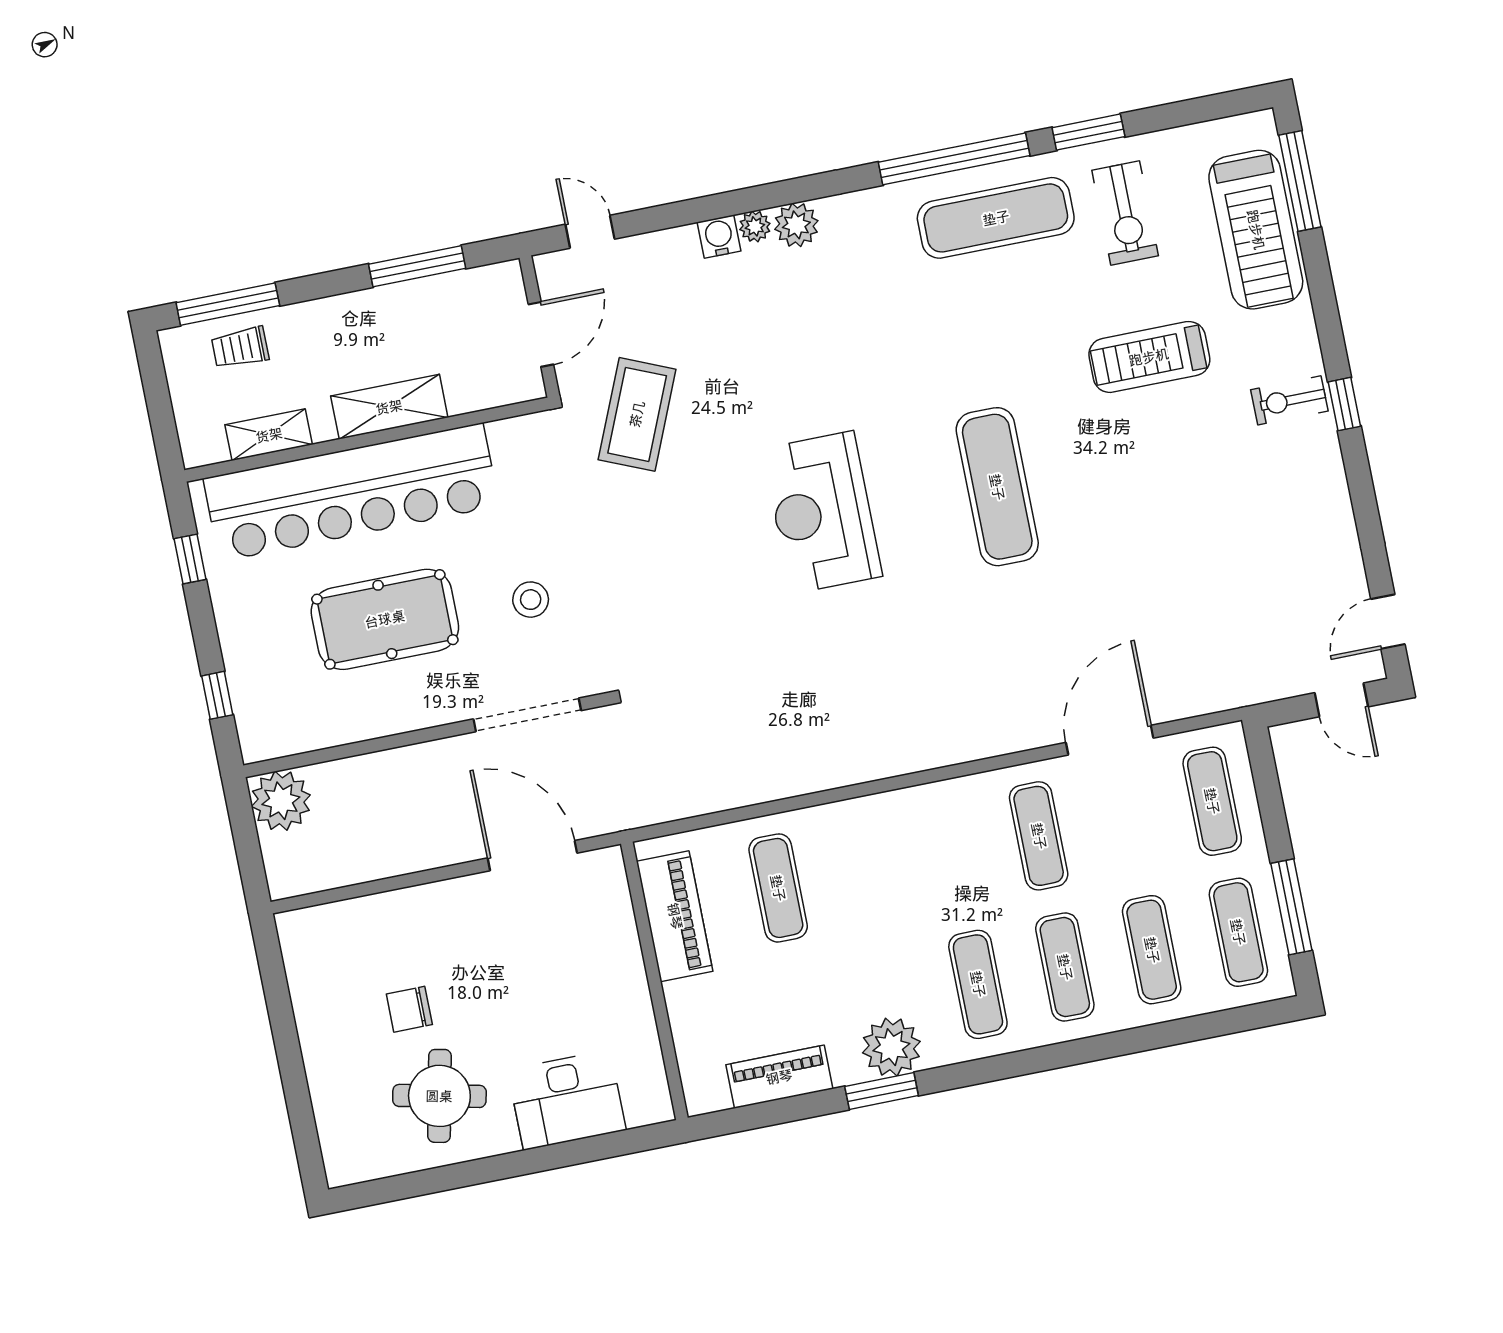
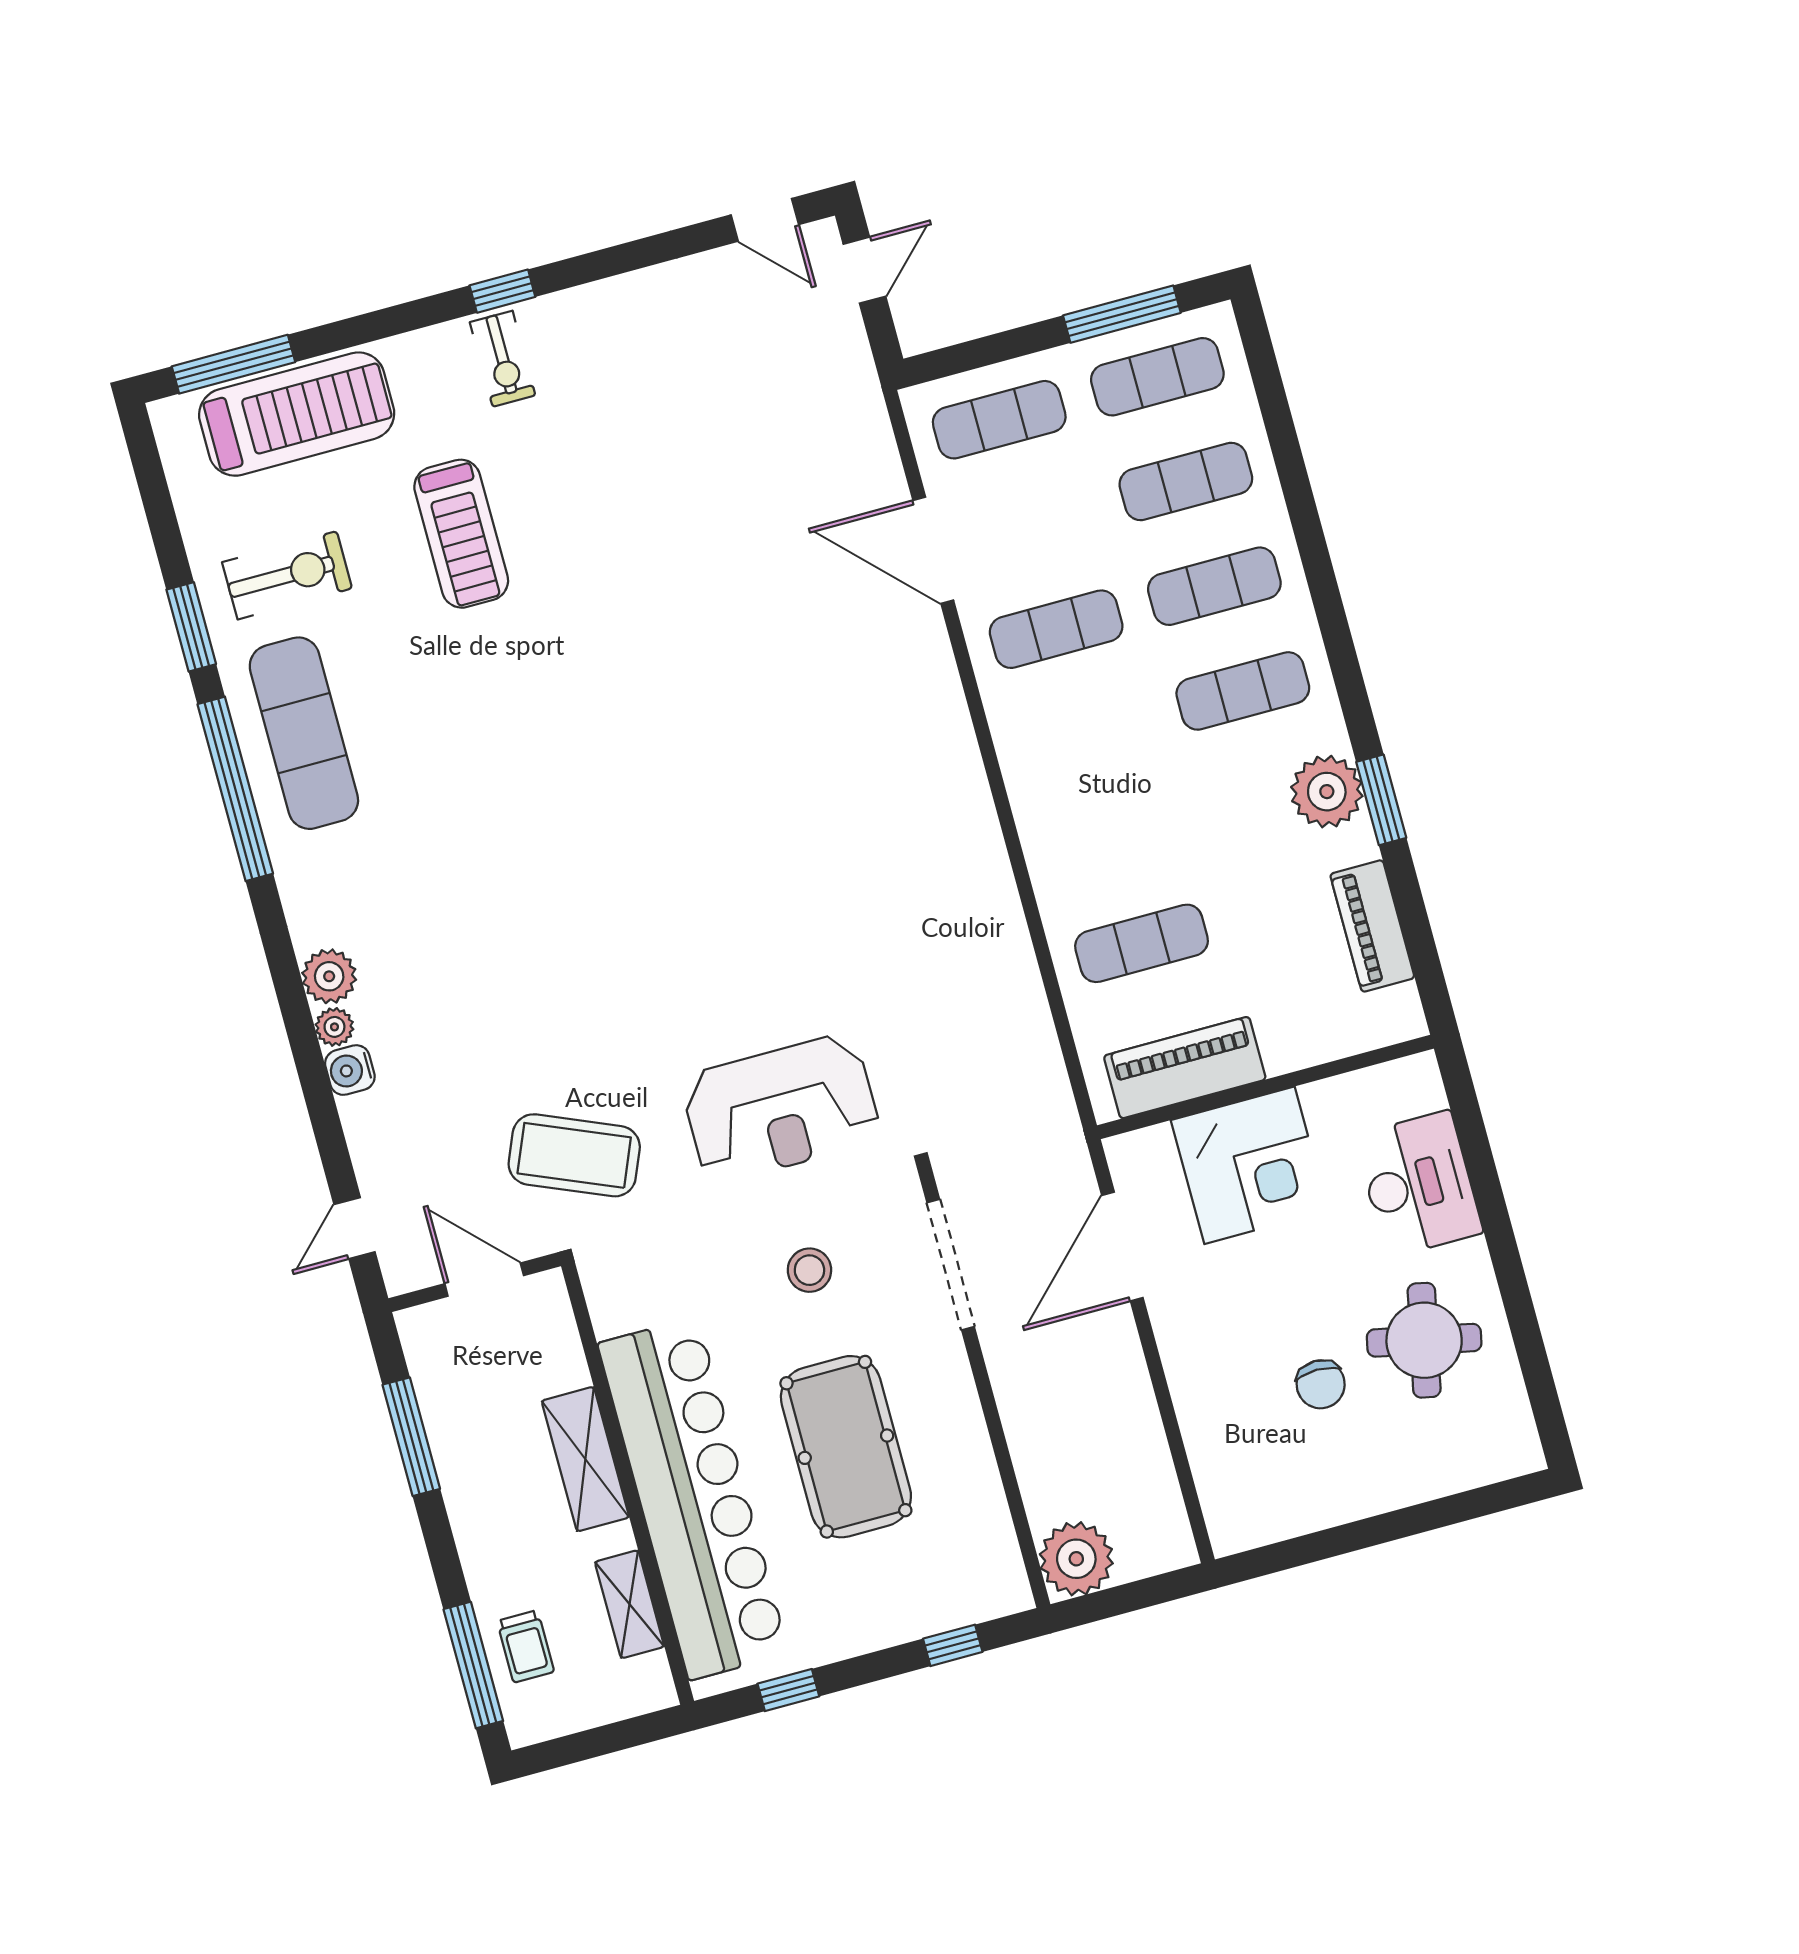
exercise mat: (997, 487) -> (633, 709), removed
reception desk: (822, 512) -> (781, 1109), moved
corner desk: (591, 963) -> (1249, 1165), added

